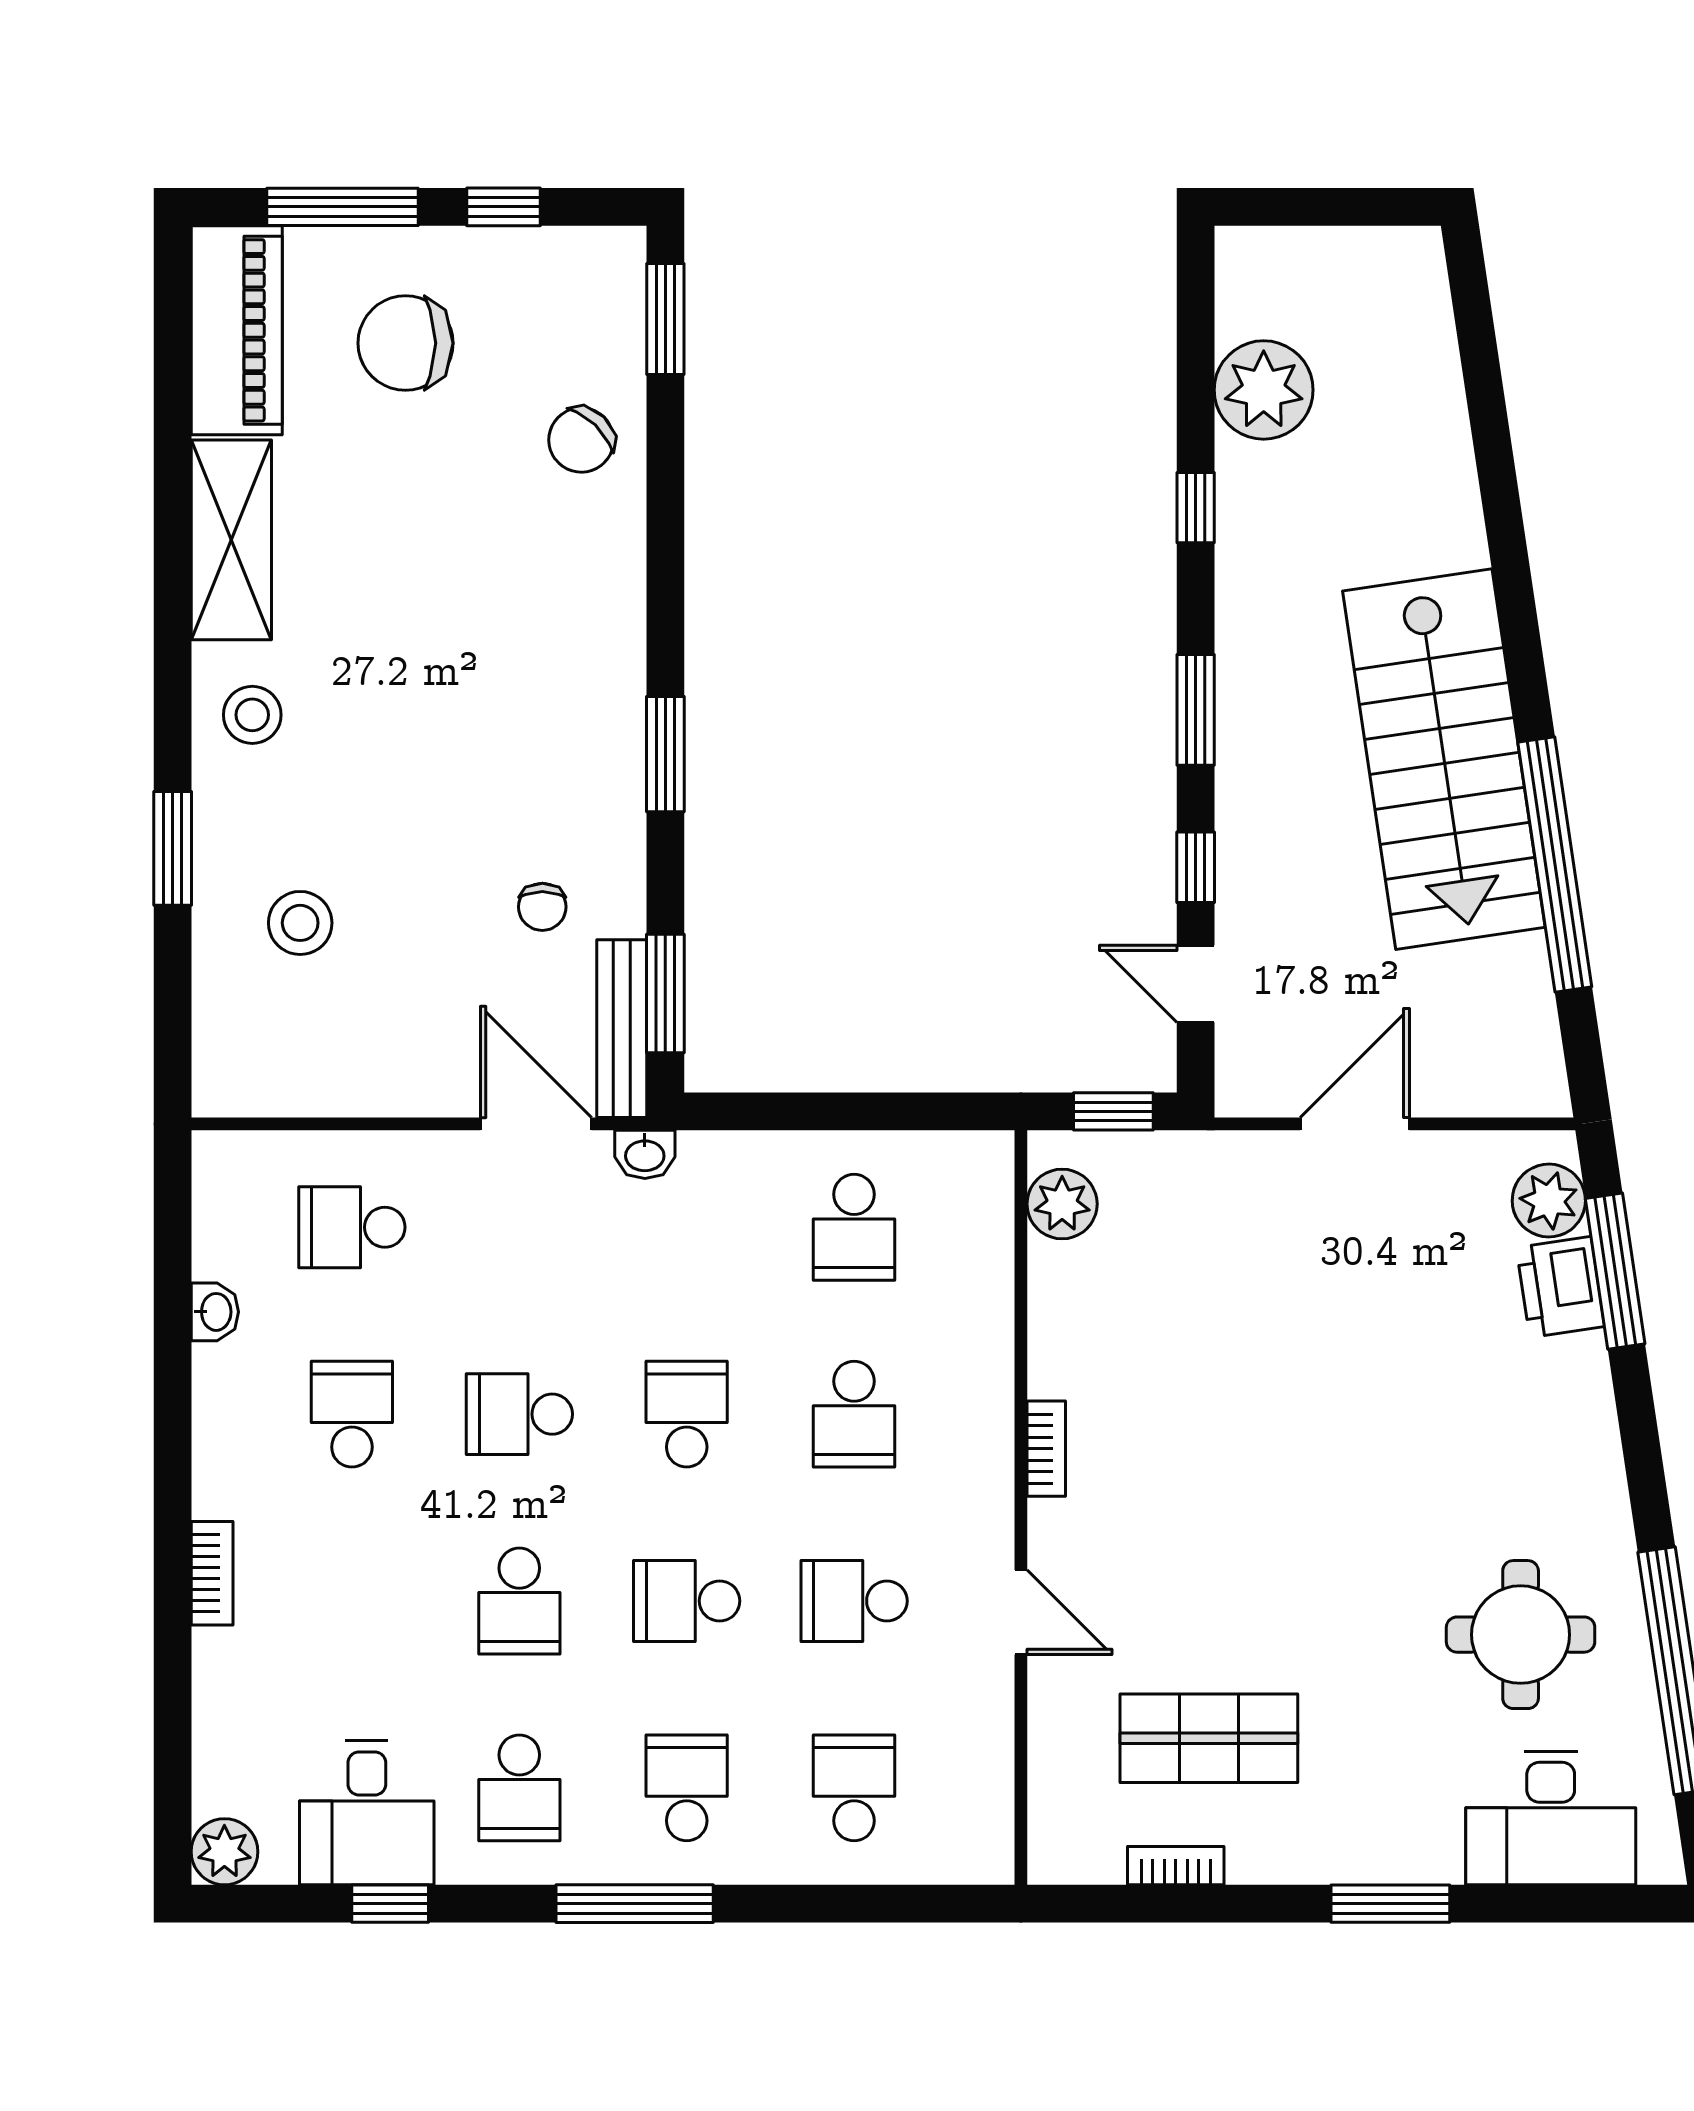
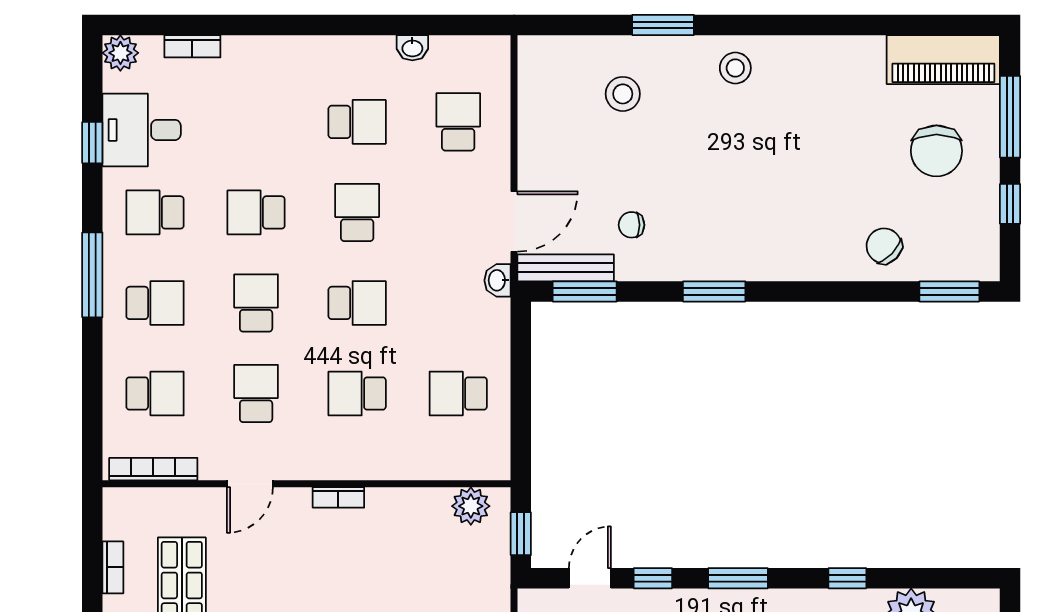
chair: (406, 343) -> (936, 151), turned 180
shelving: (231, 540) -> (830, 57), removed
bookcase: (212, 1573) -> (192, 46), moved
bookcase: (994, 1791) -> (153, 469), added

